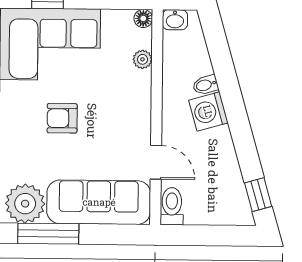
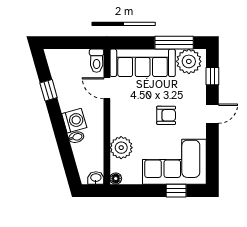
plant: (142, 59) -> (121, 148), width x1.87, depth x1.87
window: (258, 195) -> (49, 90), moved

